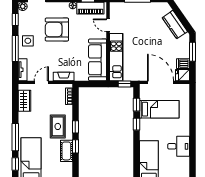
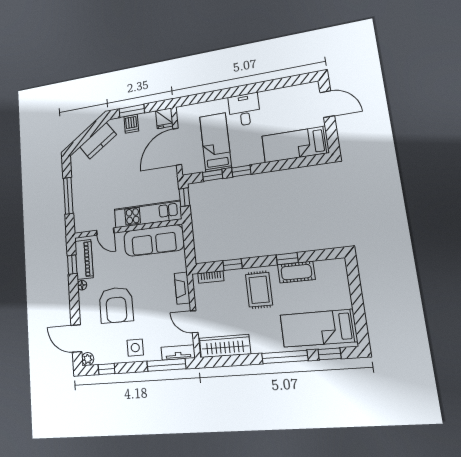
door: (108, 25) -> (105, 232), hinge flipped
window: (15, 48) -> (166, 365), moved
dishwasher: (183, 64) -> (131, 124), moved
wardrobe: (25, 101) -> (225, 346), width x1.50
rug: (58, 126) -> (259, 290), turned 90
window: (75, 127) -> (232, 265), moved
desk: (179, 146) -> (244, 110), moved

